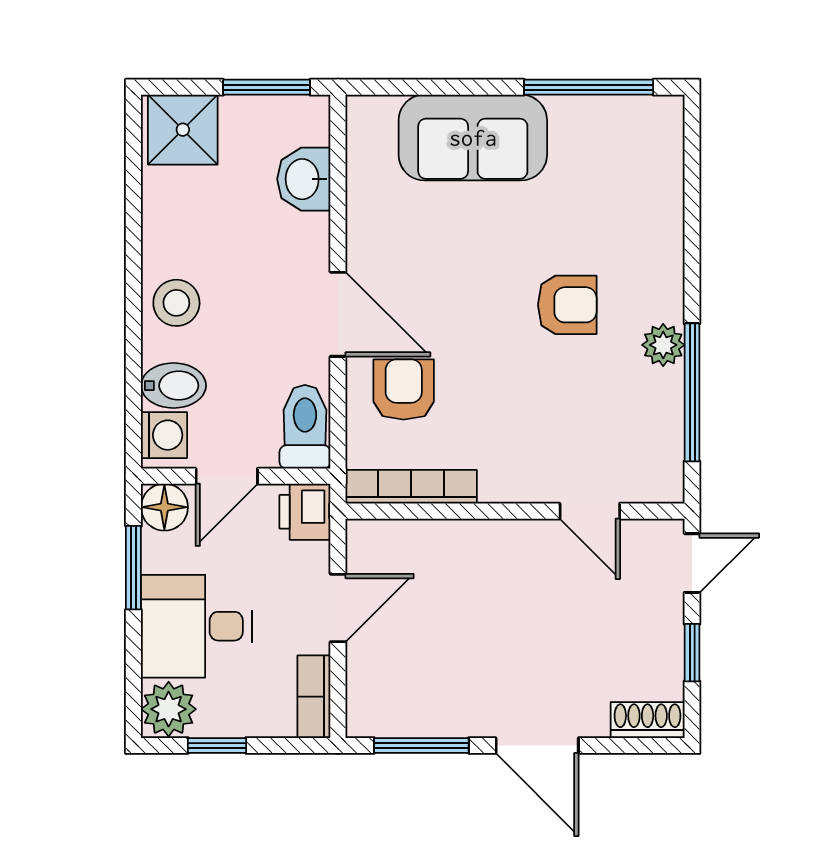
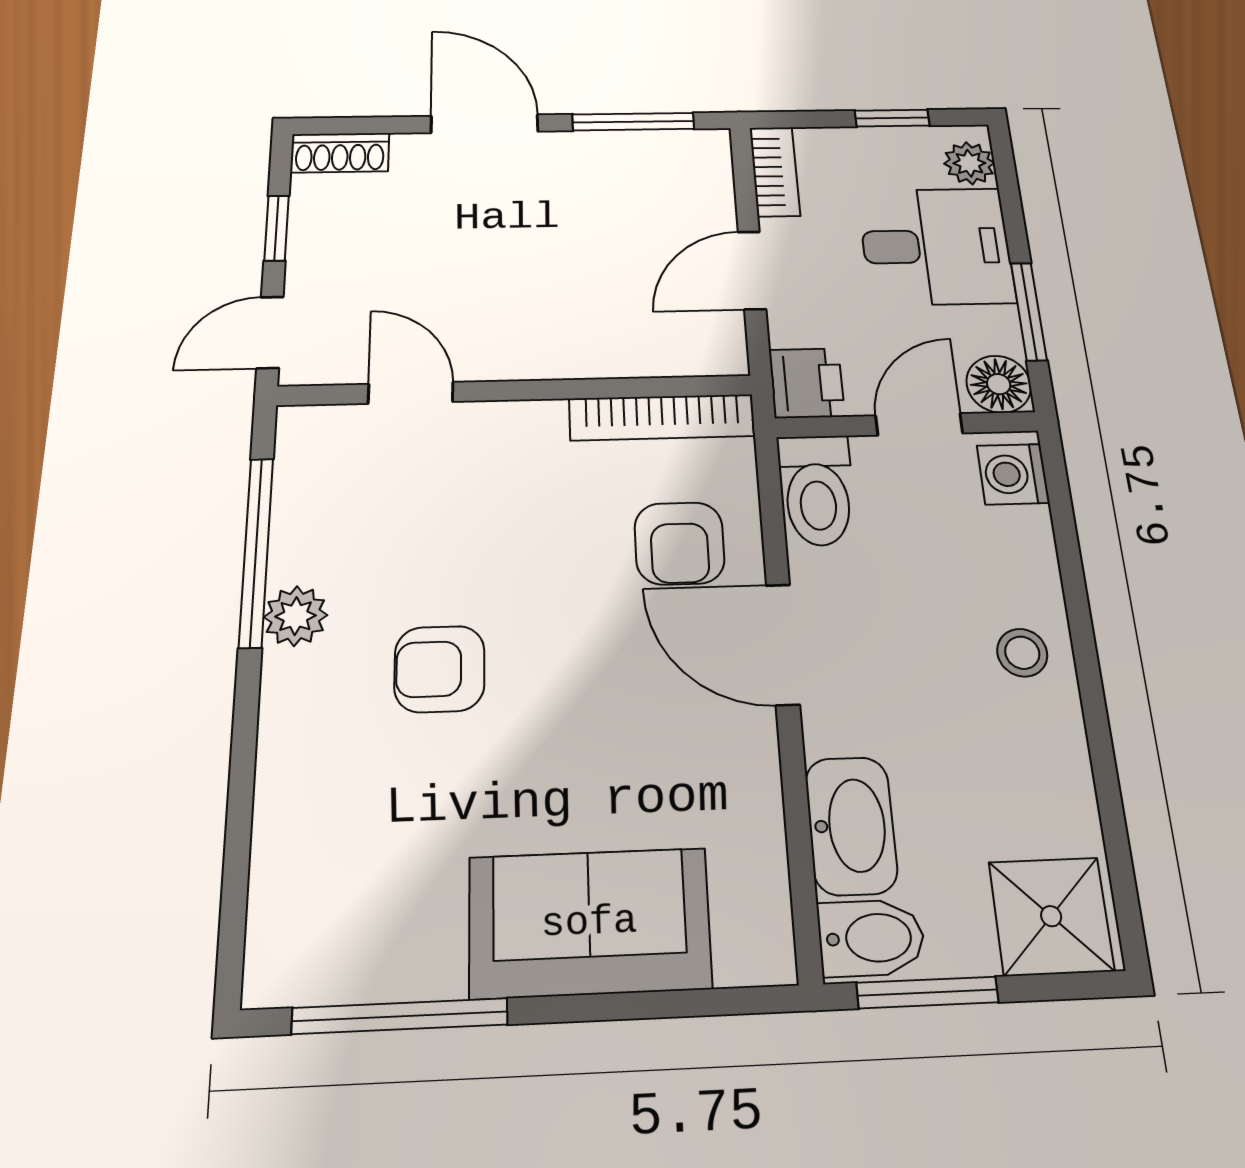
washbasin: (304, 179) -> (851, 825), width x1.38
stool: (176, 303) -> (1022, 653), width x0.73, depth x0.73
bidet: (174, 386) -> (871, 938), moved, turned 180
plant: (169, 709) -> (969, 163), width x0.73, depth x0.73

